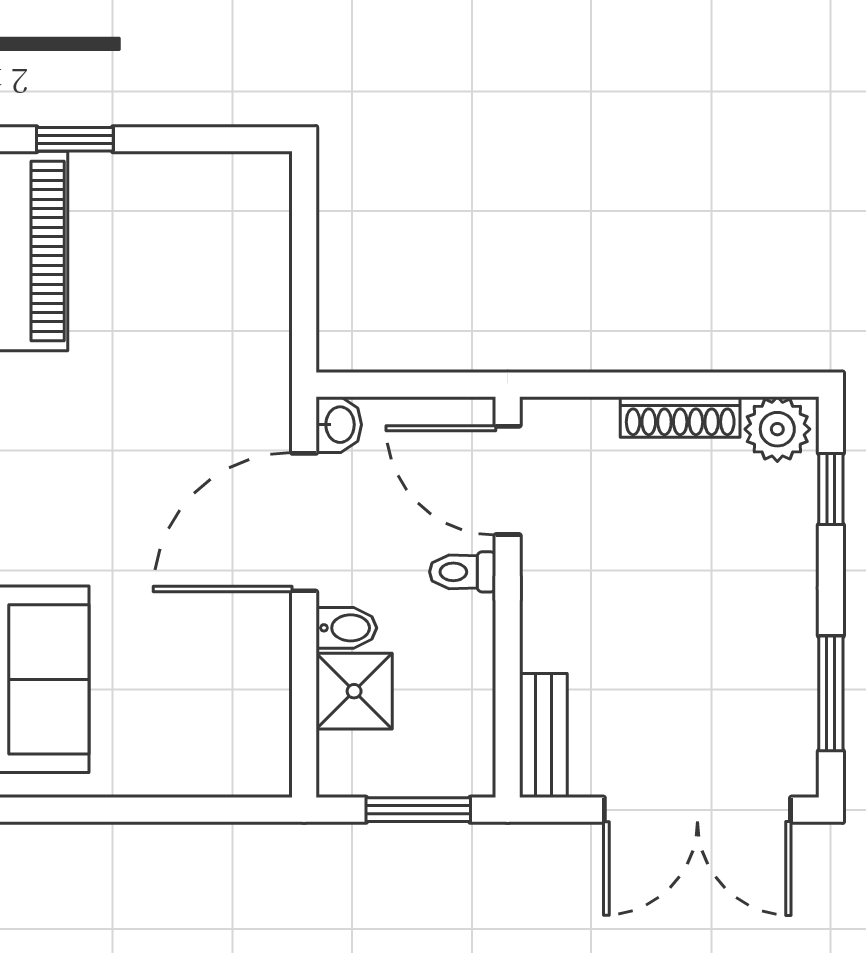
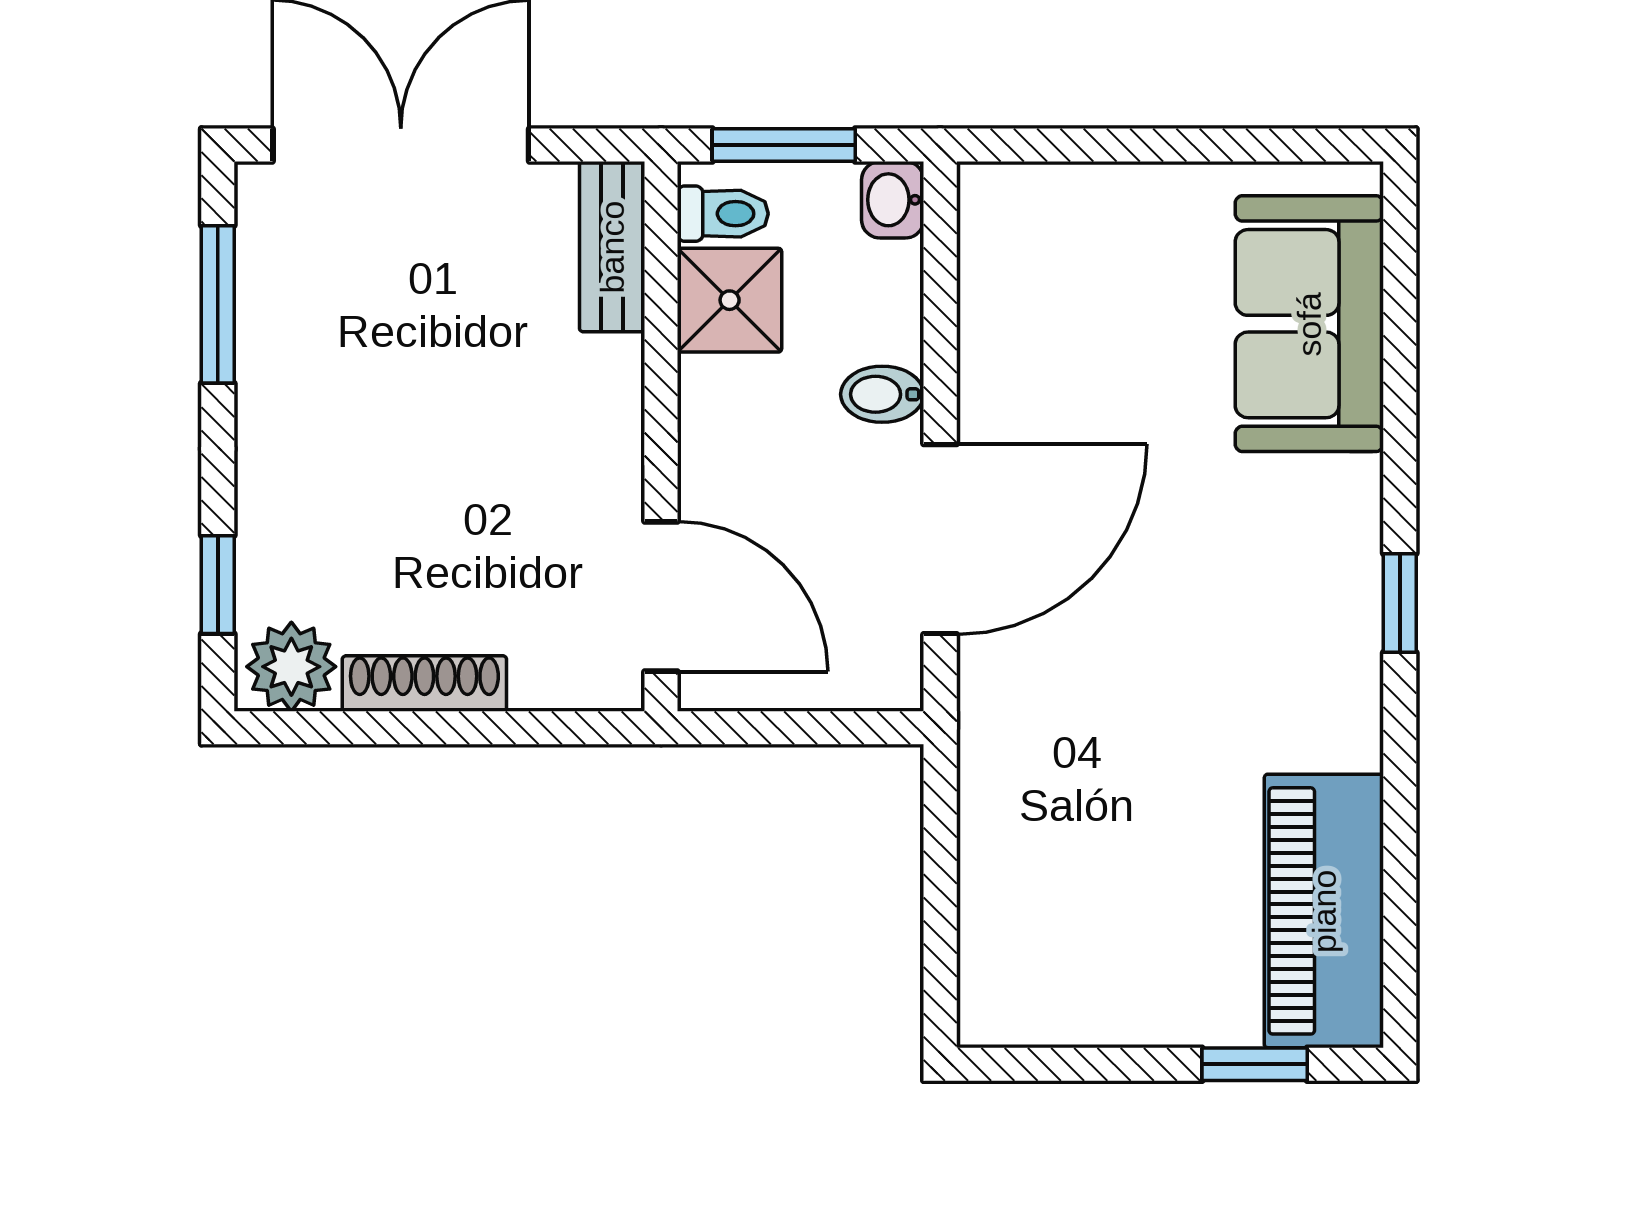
washbasin: (339, 425) -> (893, 200), moved
toilet: (463, 572) -> (723, 214), moved
shower: (354, 691) -> (730, 300), moved

